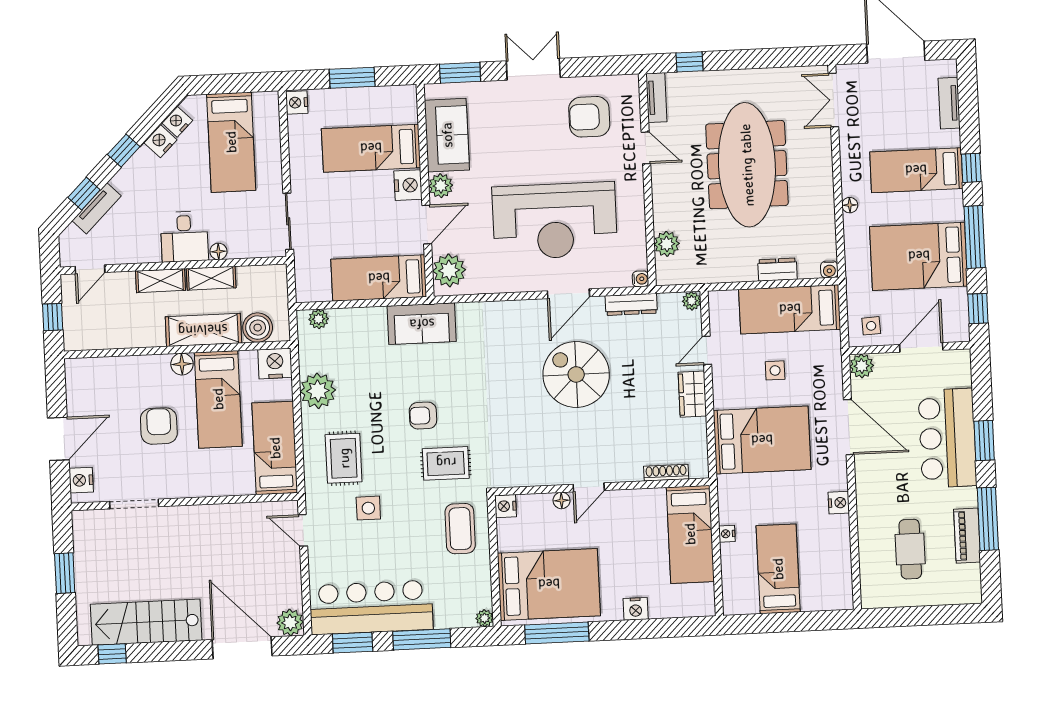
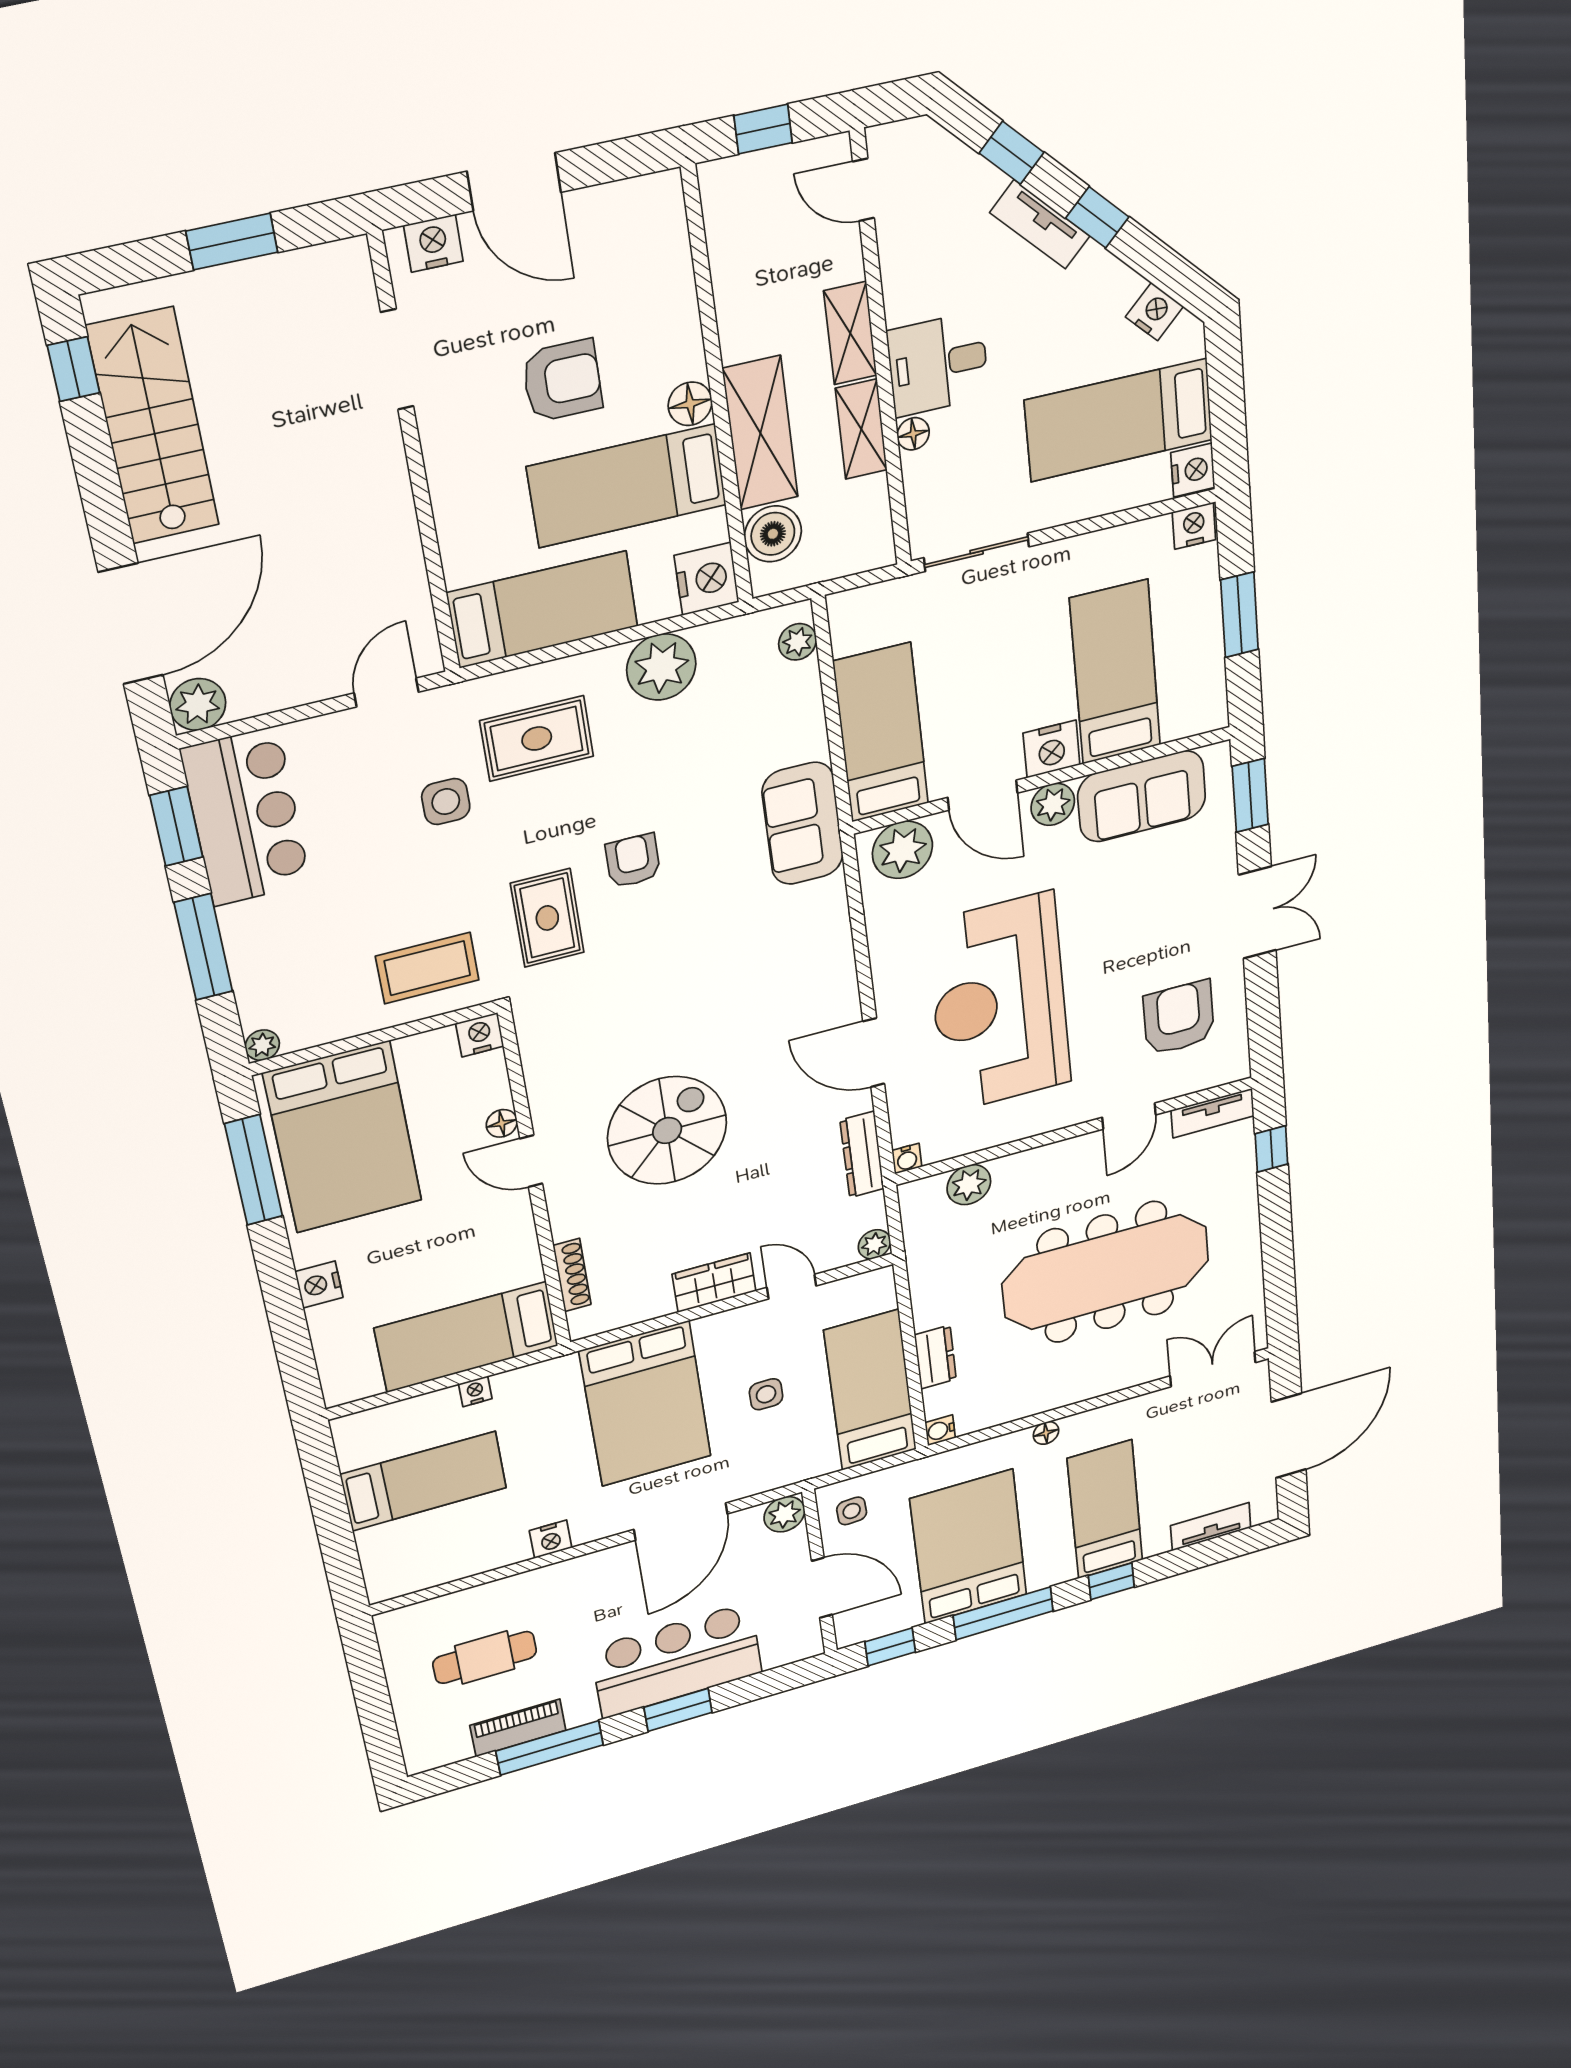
nightstand: (160, 141) -> (1193, 470), moved, turned 45
tv unit: (97, 208) -> (1040, 224), moved
spiral stairs: (576, 374) -> (667, 1130), moved
bar counter: (371, 607) -> (246, 817), width x0.73

